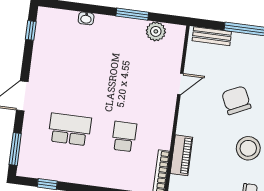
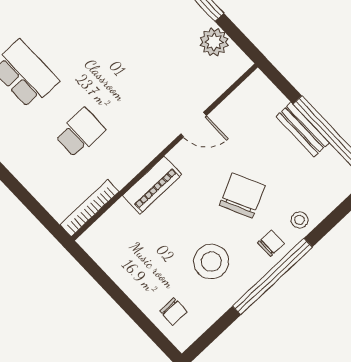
bench: (212, 36) -> (302, 130), moved
piano: (181, 155) -> (152, 185), moved

